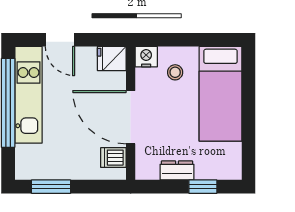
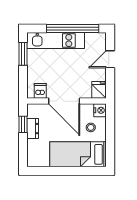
kitchen unit: (28, 95) -> (56, 41), moved
door: (131, 117) -> (64, 101), swing flipped
window: (203, 187) -> (23, 124), moved

